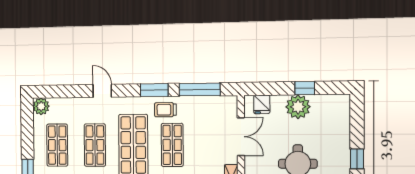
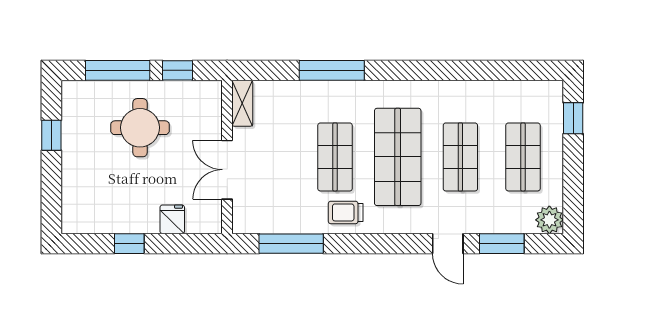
window: (154, 90) -> (502, 244), moved
fridge: (262, 104) -> (172, 219), moved
plant: (298, 107) -> (139, 215), removed
trolley: (165, 110) -> (346, 212), turned 180

